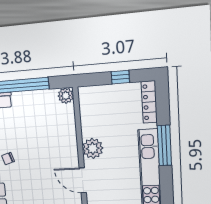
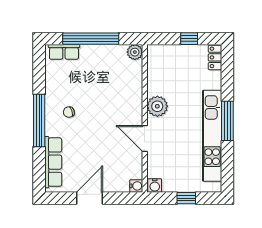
locker: (149, 102) -> (215, 57), width x0.66
window: (164, 145) -> (227, 121), moved

